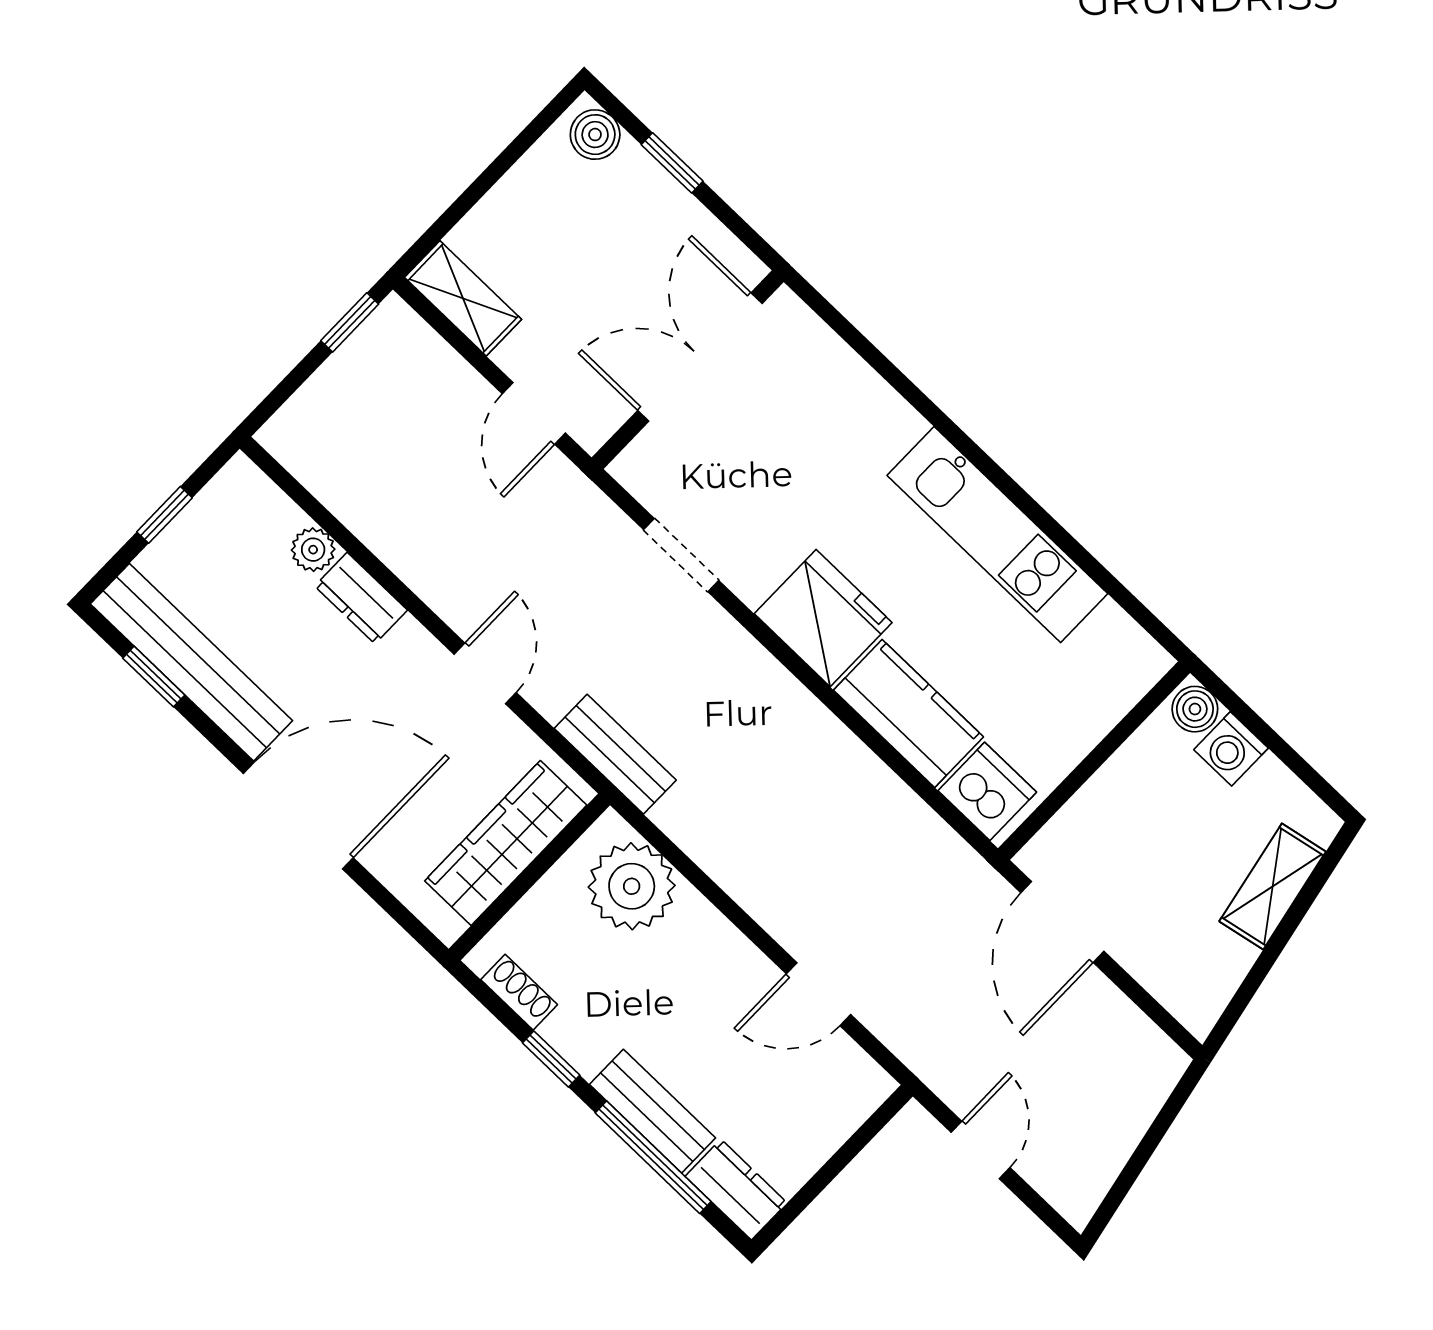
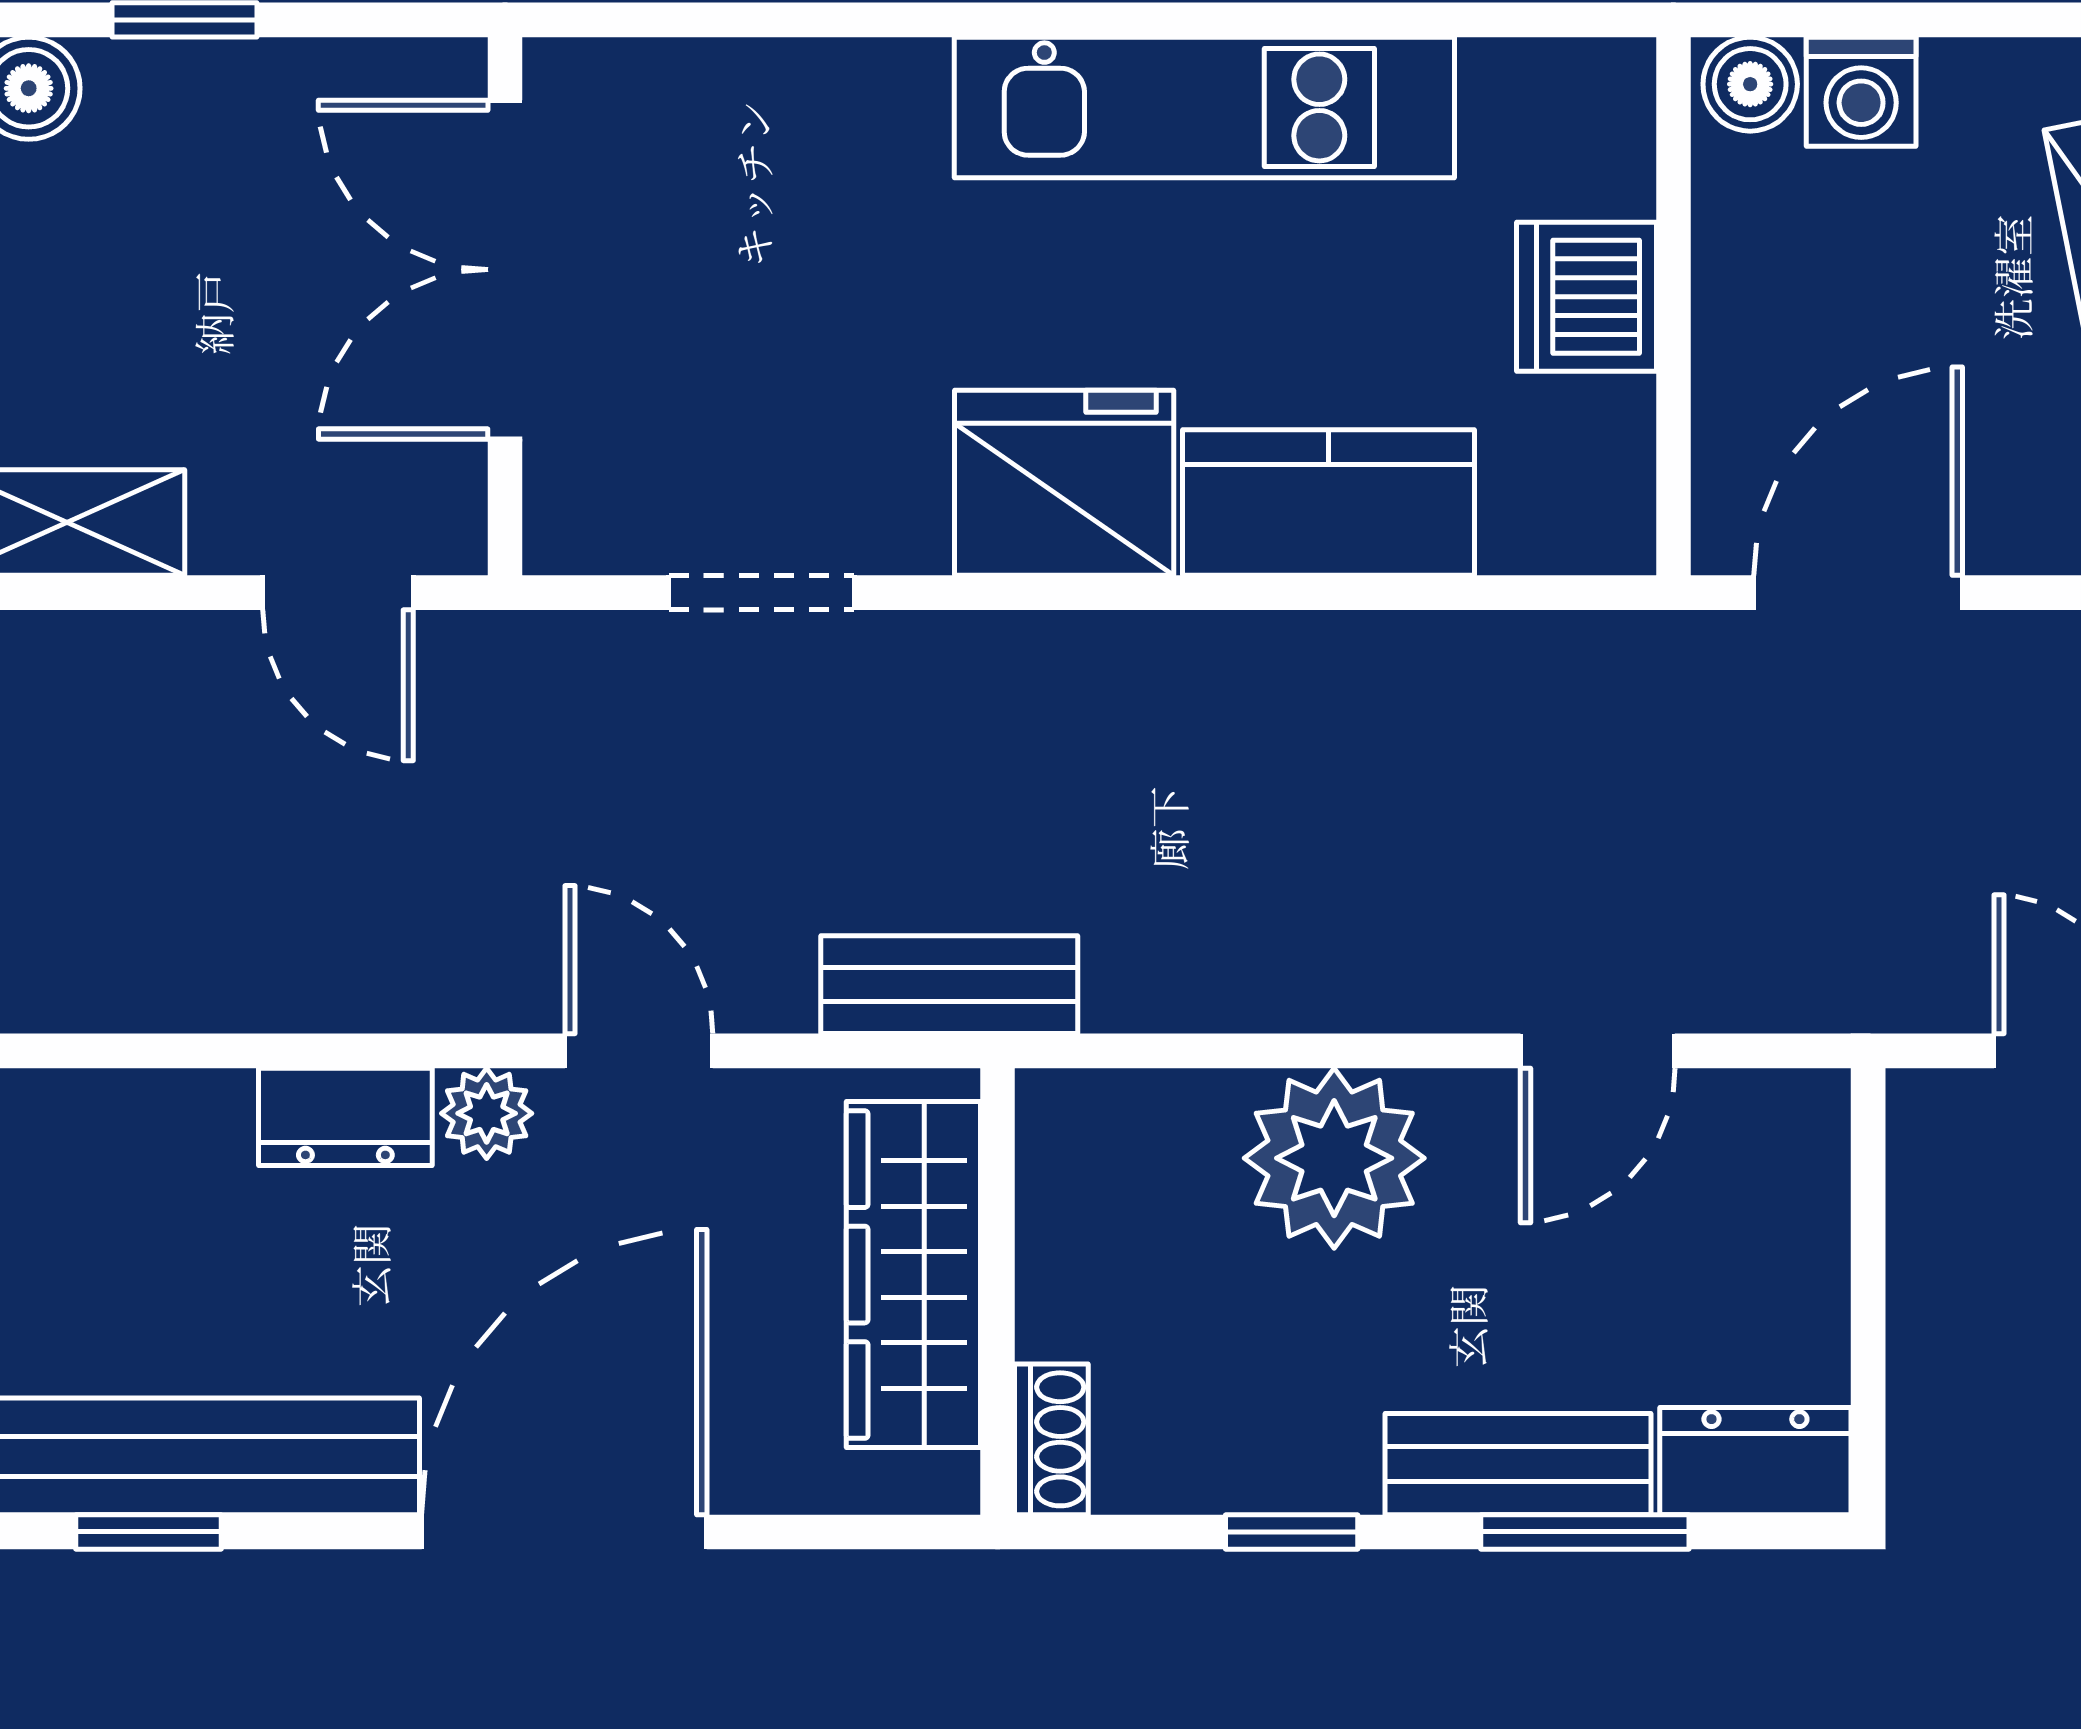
plant: (313, 550) -> (487, 1113), moved
dishwasher: (987, 791) -> (1586, 297), moved, turned -90
plant: (632, 886) -> (1334, 1158), moved
door: (1062, 922) -> (1858, 593), swing flipped
shoe rack: (519, 992) -> (1051, 1439), moved, turned 90
window: (653, 1157) -> (1585, 1532), width x0.69

